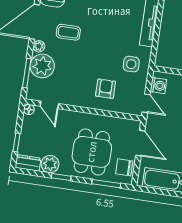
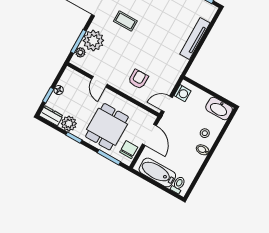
plant: (39, 46) -> (80, 52), moved
side table: (131, 64) -> (167, 67), removed
door: (146, 103) -> (167, 104), swing flipped
door: (49, 105) -> (99, 82), moved
floor lamp: (29, 109) -> (59, 90), moved
chair: (124, 167) -> (129, 150), turned 90

